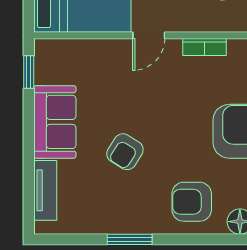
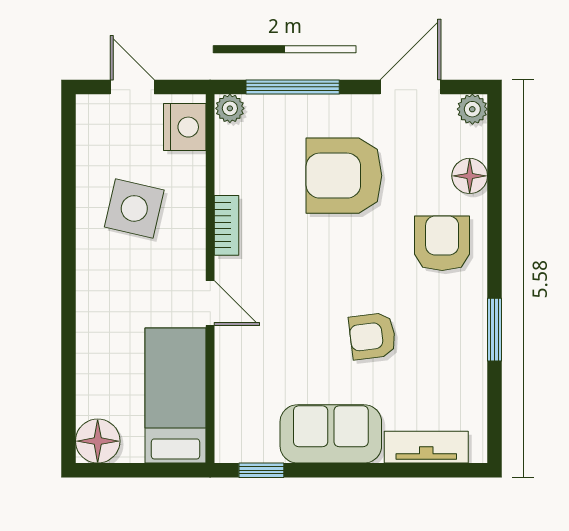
armchair: (125, 152) -> (372, 336), turned 141
armchair: (192, 202) -> (442, 243), turned 180

